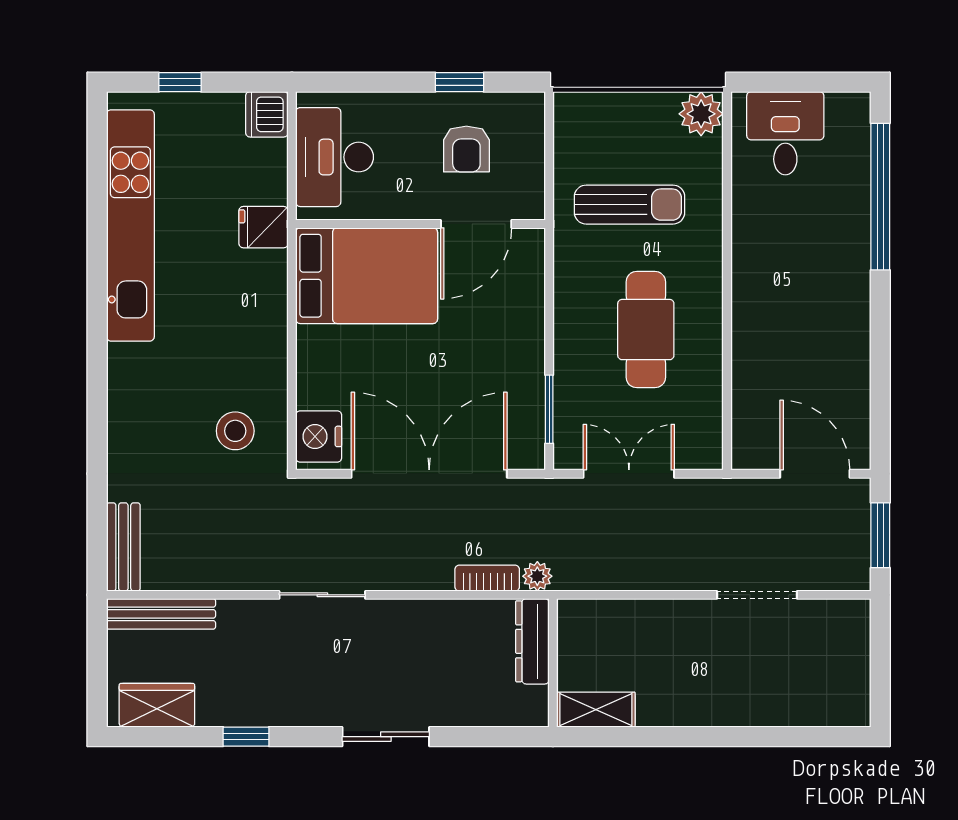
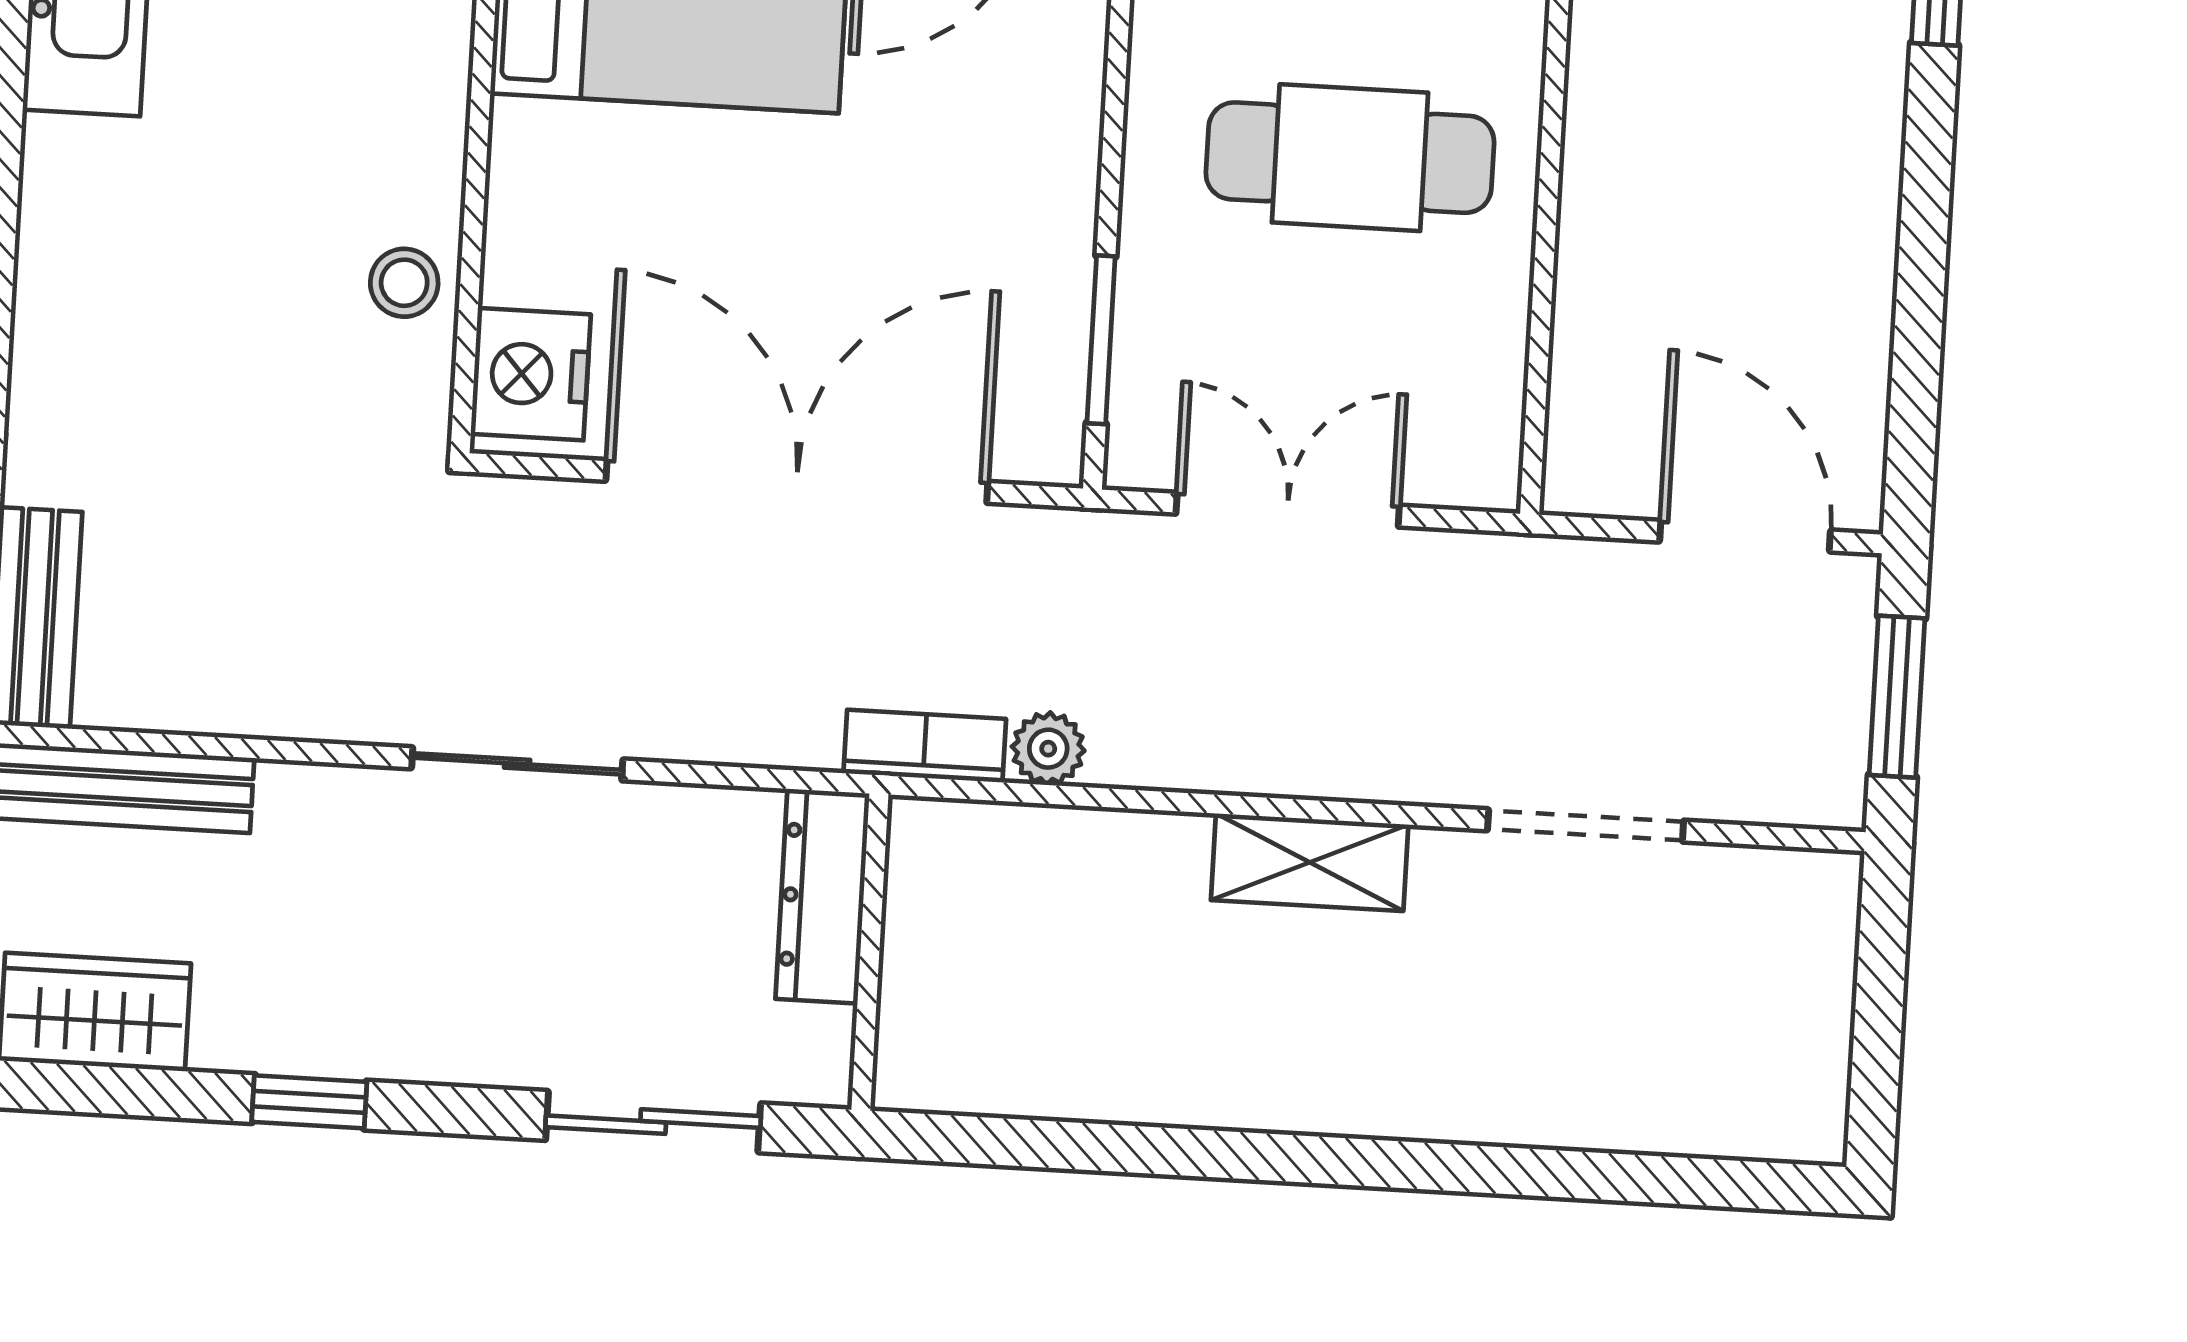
cafe table: (646, 330) -> (1350, 158), turned 90
stool: (235, 431) -> (404, 283), moved, width x0.73, depth x0.73
dresser: (532, 641) -> (822, 896), moved
wall: (553, 663) -> (870, 952), moved
shelving: (596, 710) -> (1310, 862), moved

